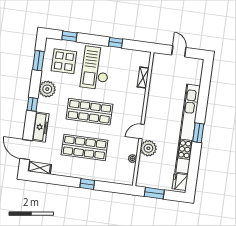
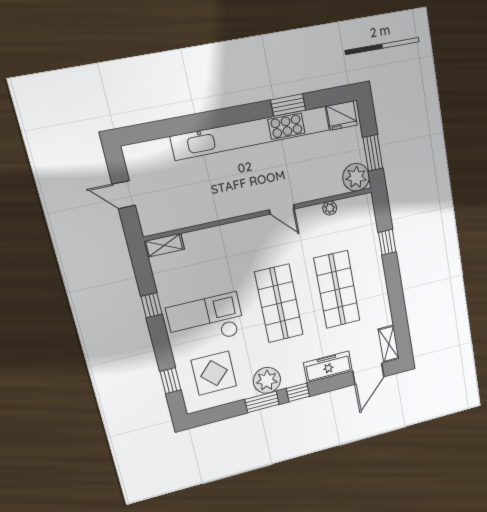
door: (179, 51) -> (124, 195), hinge flipped
window: (38, 61) -> (262, 402), moved
checkout: (96, 68) -> (206, 321), turned 180
shelving: (143, 77) -> (164, 245), moved
window: (198, 133) -> (288, 105), moved
plant: (148, 148) -> (356, 177), moved
window: (87, 184) -> (387, 242), moved

